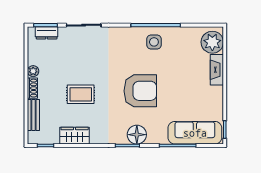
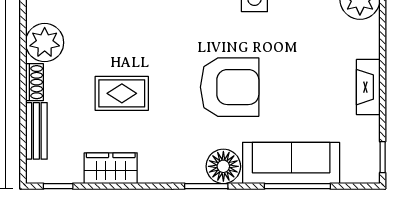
fireplace: (217, 70) -> (368, 87), moved
plant: (33, 71) -> (45, 43), width x1.88, depth x1.88
sofa: (195, 133) -> (291, 163), moved

